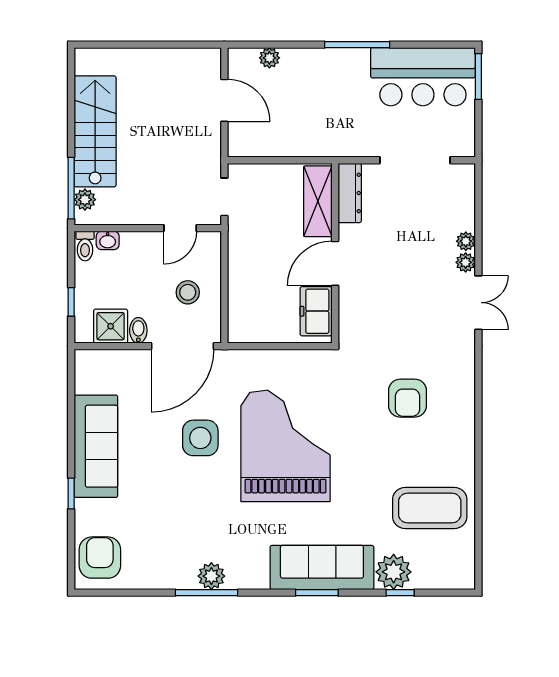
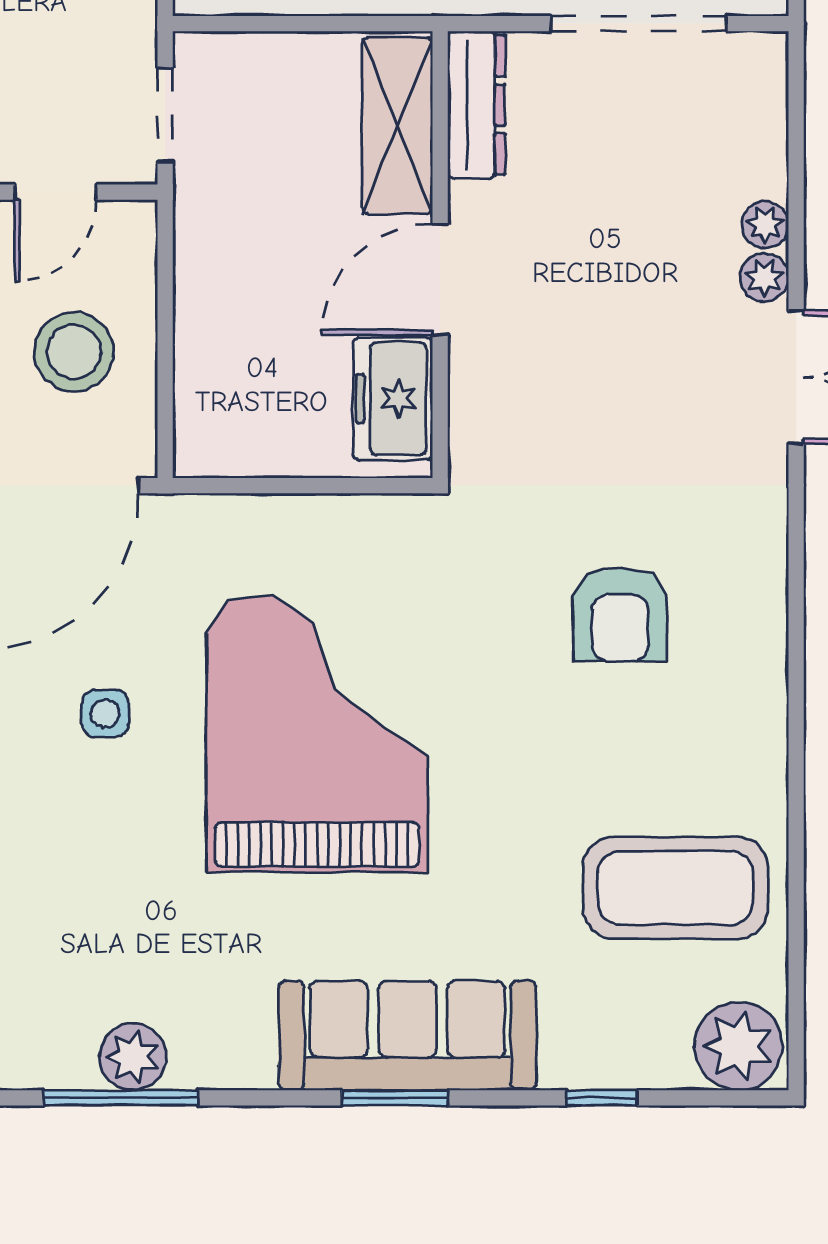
stool: (188, 292) -> (74, 352), width x1.38, depth x1.38
side table: (200, 438) -> (105, 714), width x0.54, depth x0.54
plant: (394, 572) -> (738, 1046), moved

